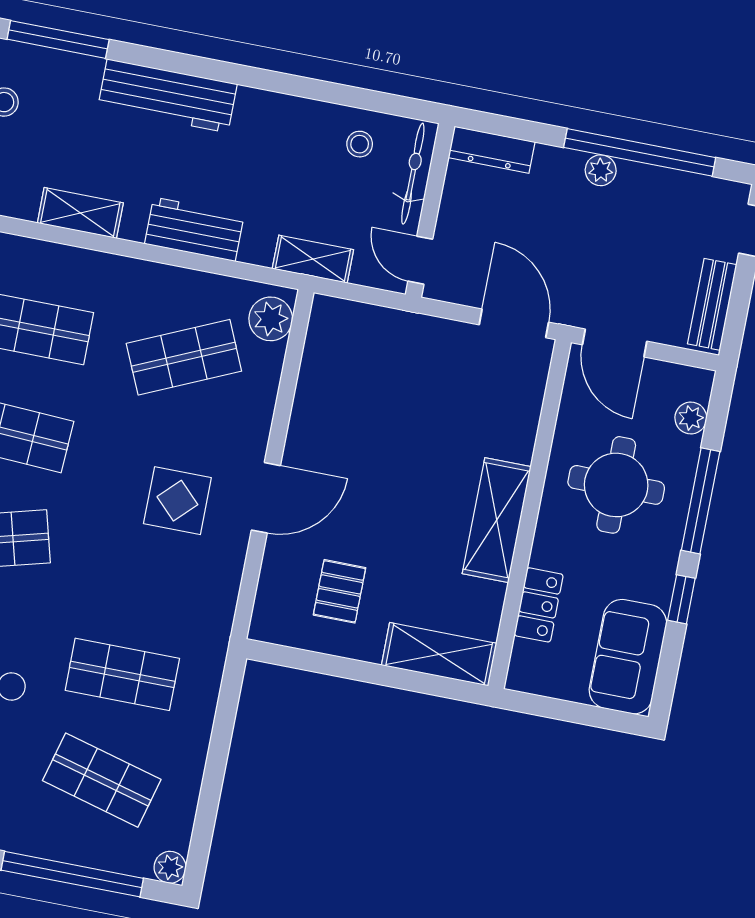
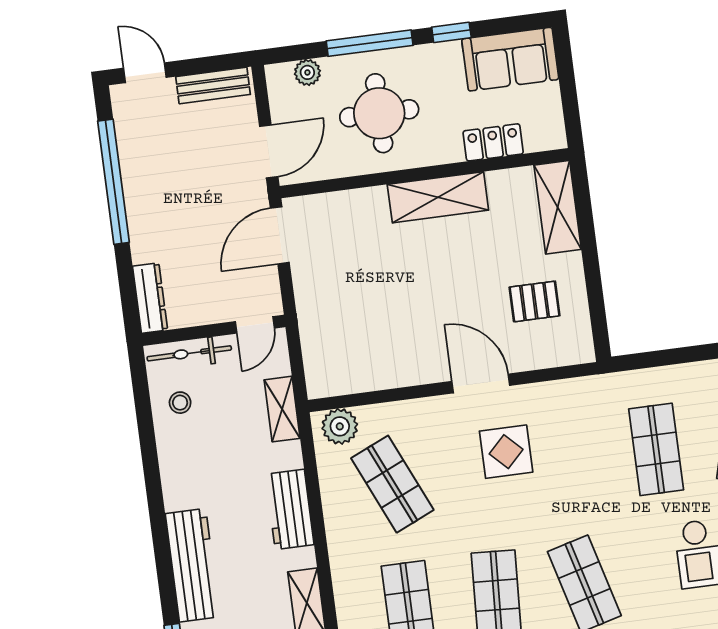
plant: (601, 170) -> (138, 208), removed

